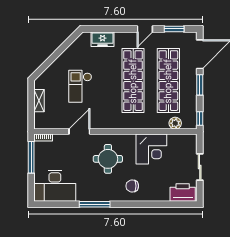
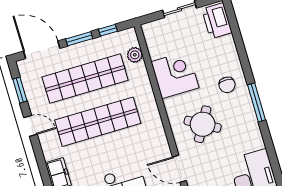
window: (200, 118) -> (108, 30), moved
round table: (108, 159) -> (203, 124), turned 30
window: (95, 204) -> (257, 102), moved

